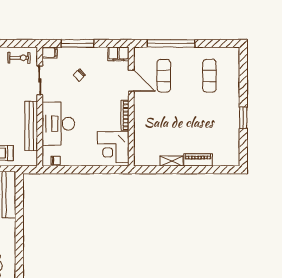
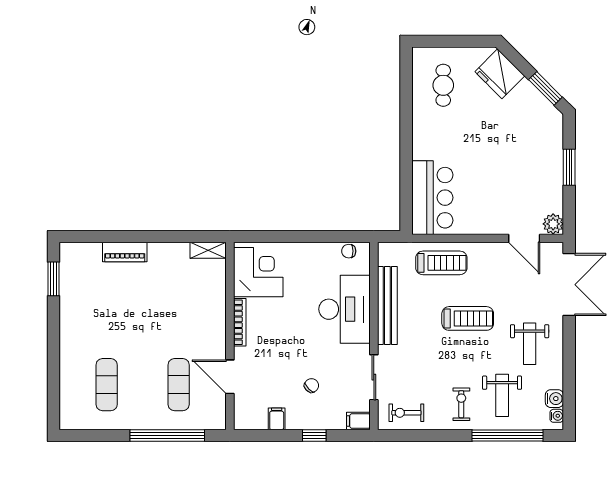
window: (78, 43) -> (314, 436), width x0.46
filing cabinet: (118, 54) -> (277, 419), moved, width x0.50
window: (243, 118) -> (54, 279), moved
shelving: (172, 161) -> (208, 250), moved

